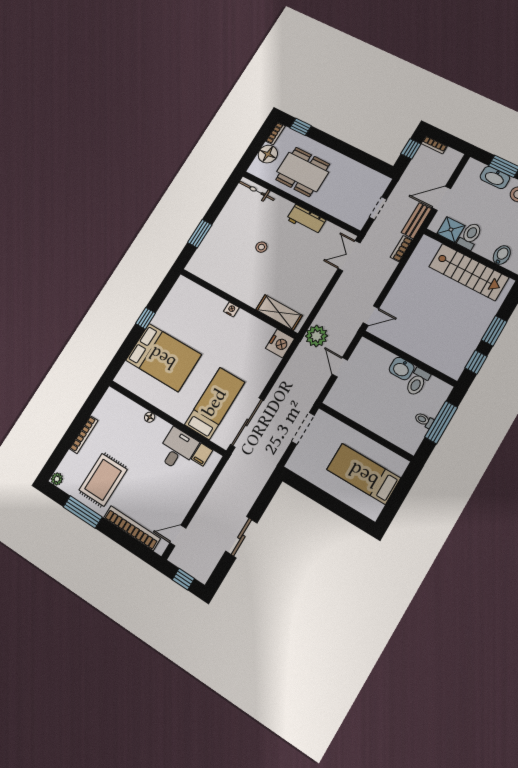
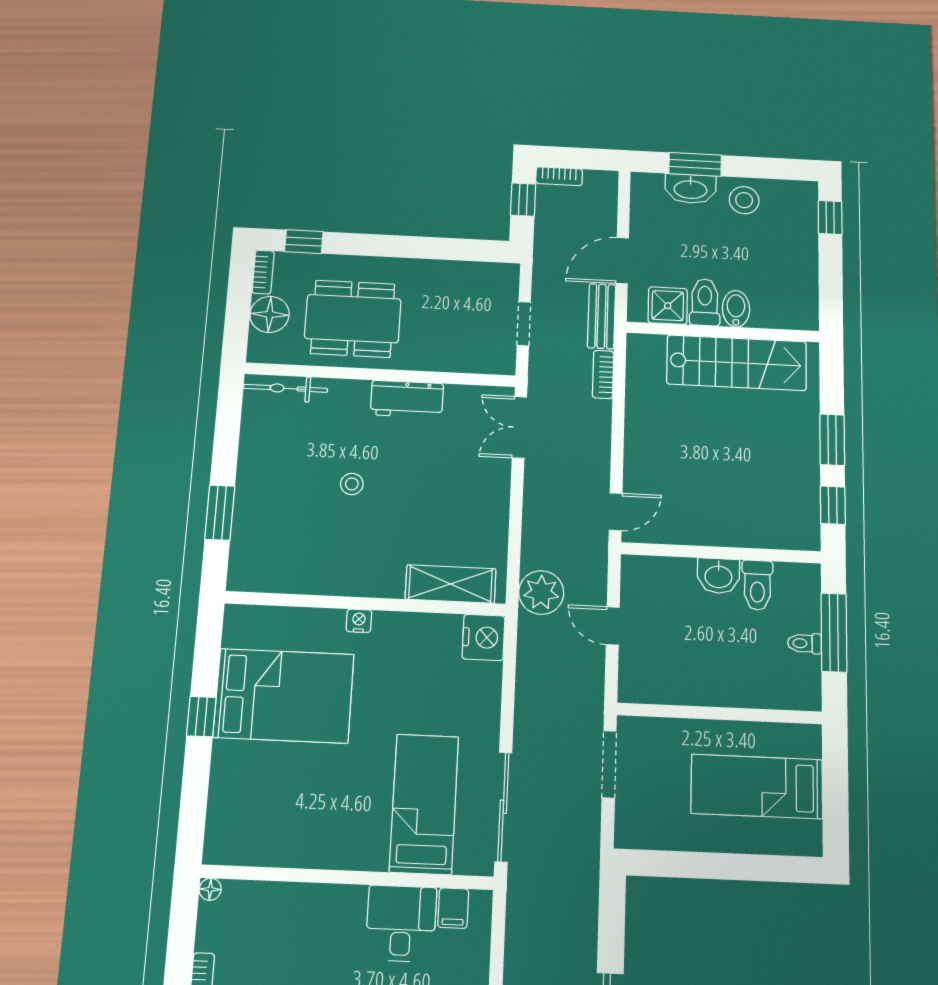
bidet: (502, 255) -> (736, 309), moved
bed: (163, 357) -> (284, 696), moved
floor lamp: (150, 417) -> (210, 889), moved

